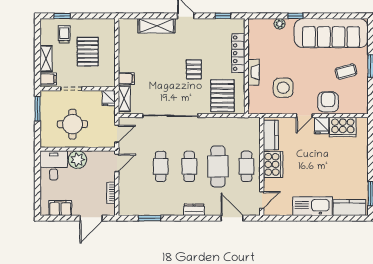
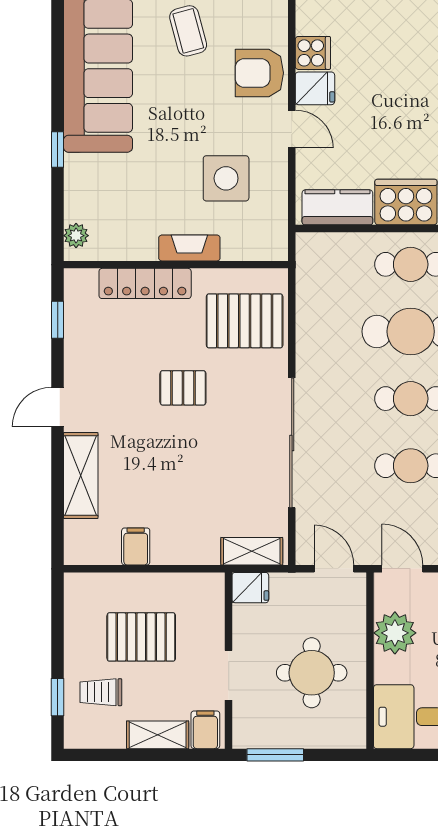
plant: (280, 24) -> (76, 236), moved
filing cabinet: (126, 79) -> (136, 546), moved
cooker: (343, 127) -> (313, 53), width x0.53, depth x0.76
plant: (77, 160) -> (395, 633), moved

